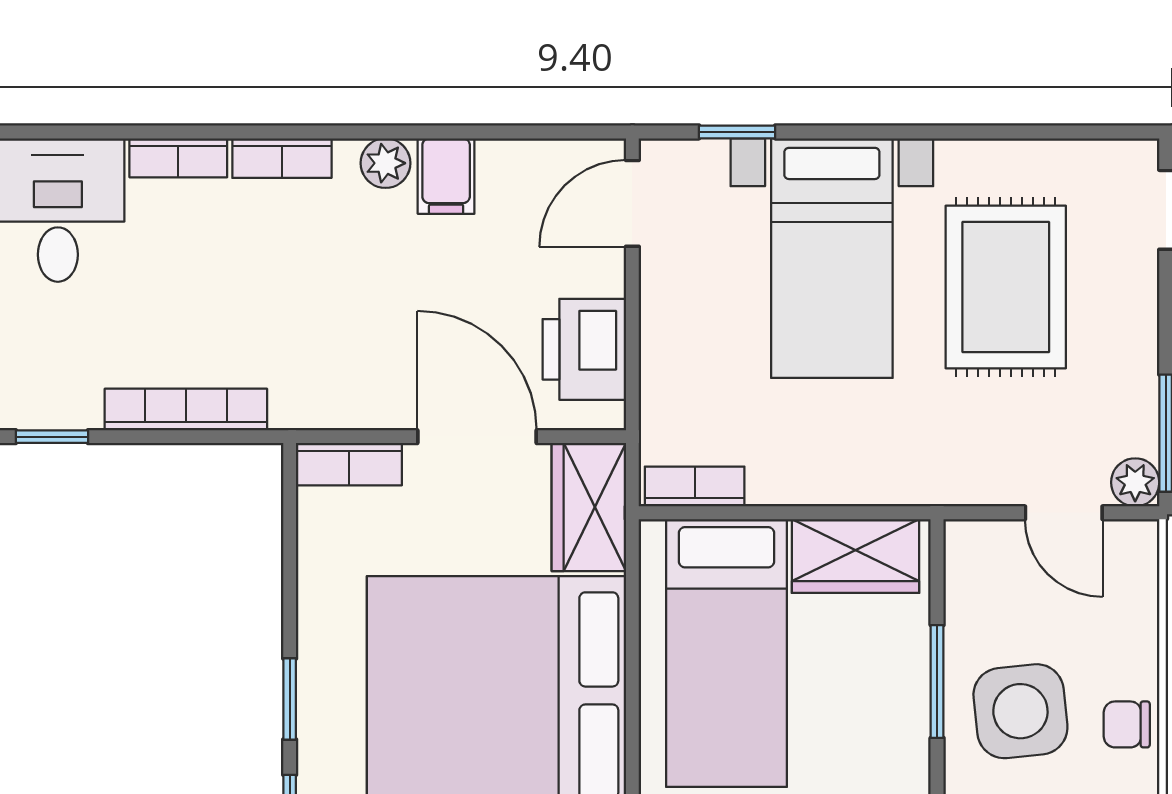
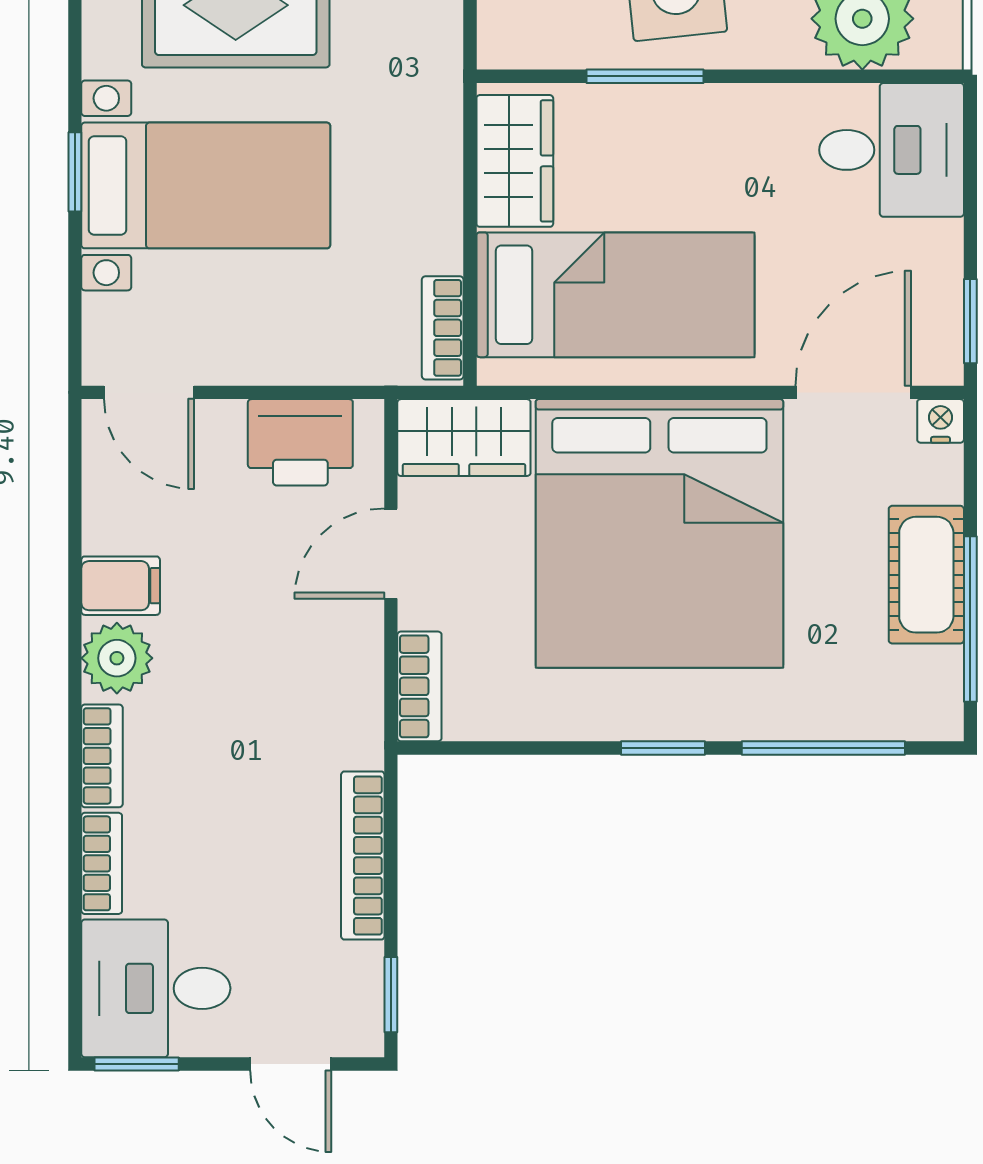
window: (737, 132) -> (75, 172), moved
plant: (385, 163) -> (117, 658), width x1.38, depth x1.38
door: (477, 437) -> (391, 554), width x0.73

